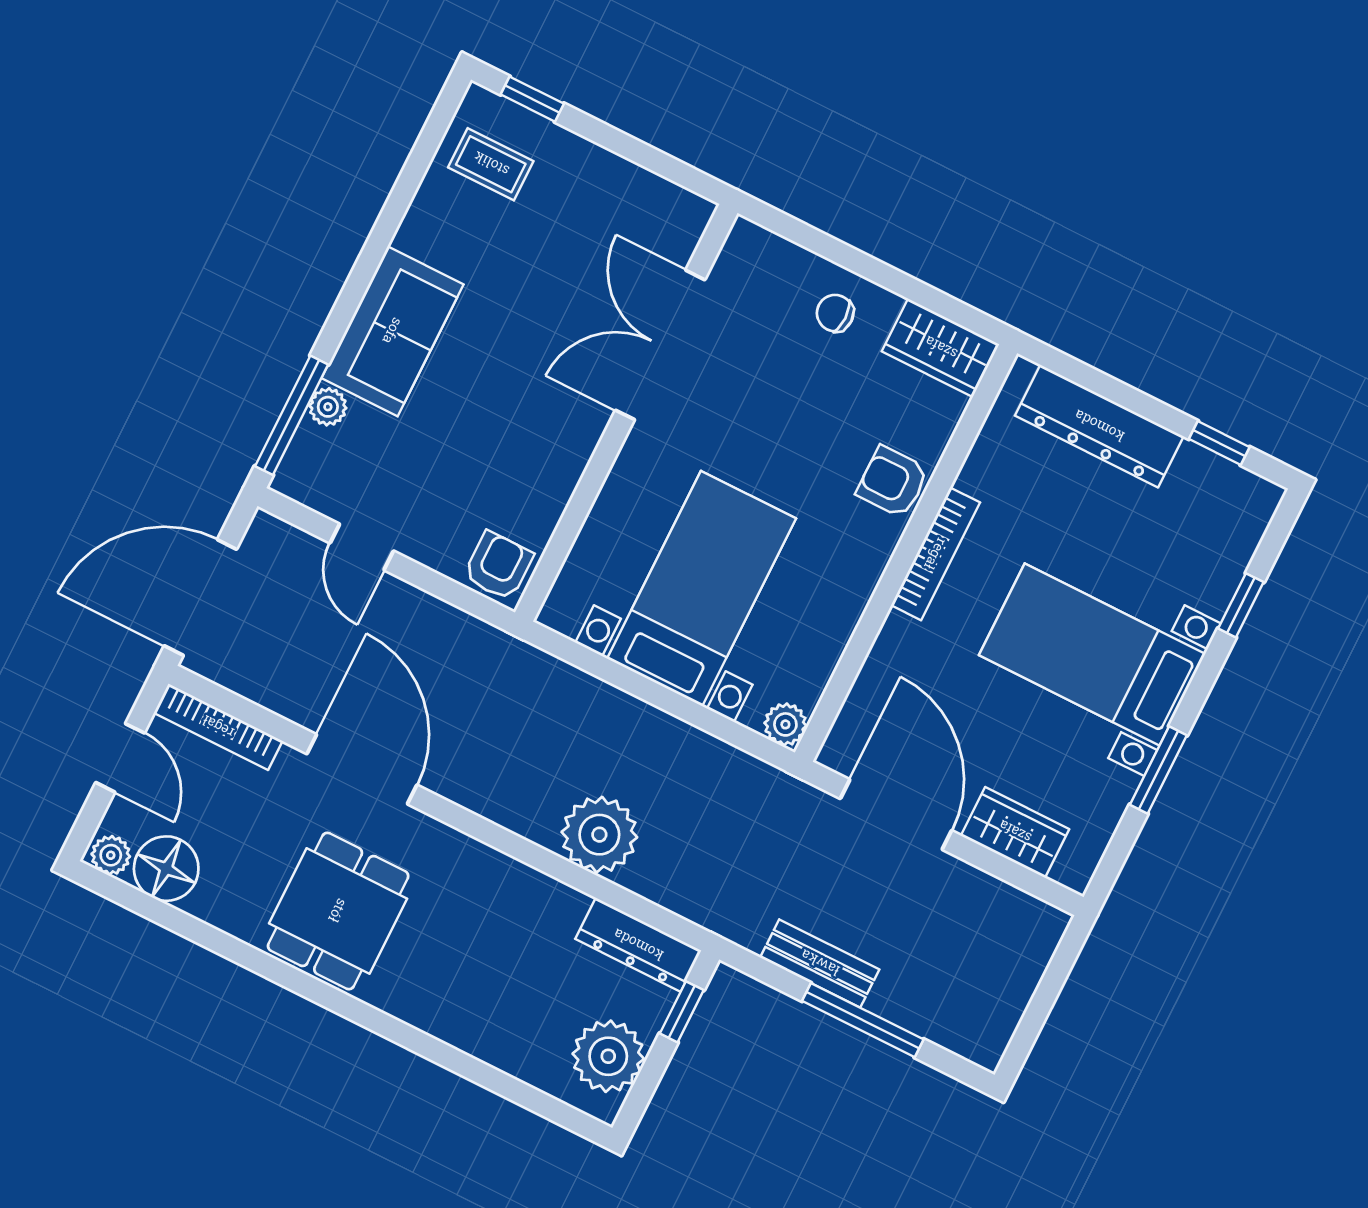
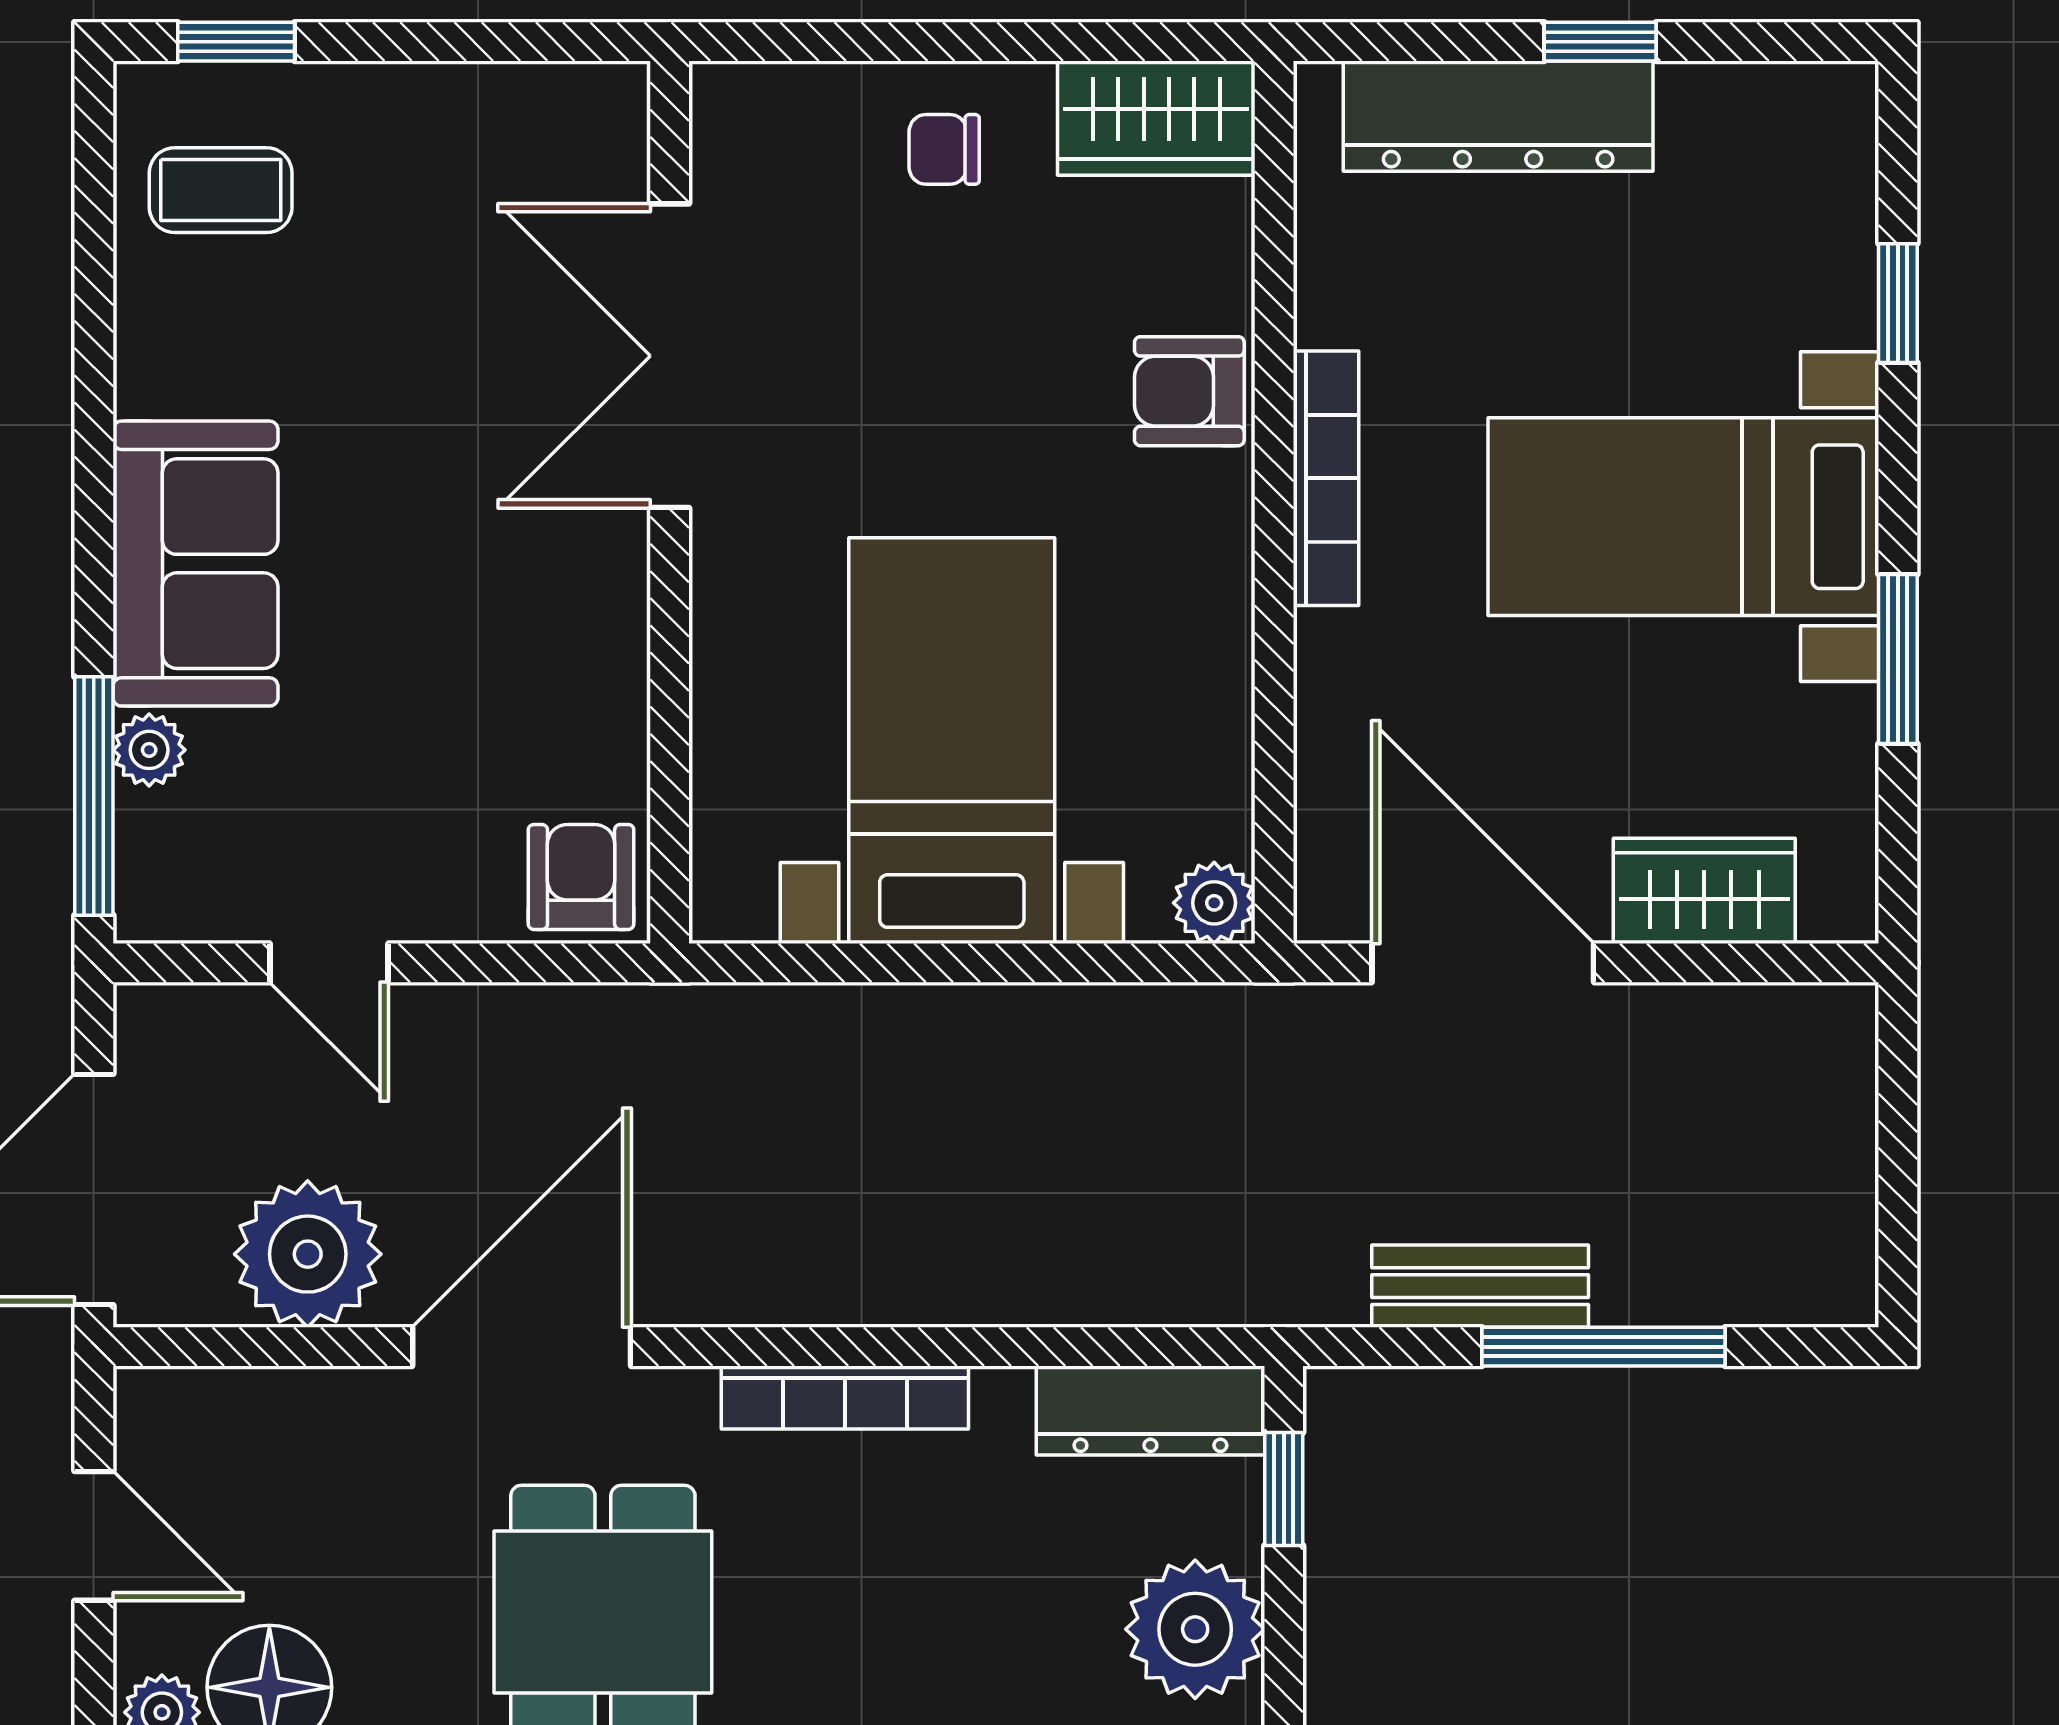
window: (1219, 443) -> (1600, 42), moved
bookcase: (218, 727) -> (845, 1397), moved
door: (362, 769) -> (522, 1347), hinge flipped
plant: (599, 835) -> (308, 1254), moved

